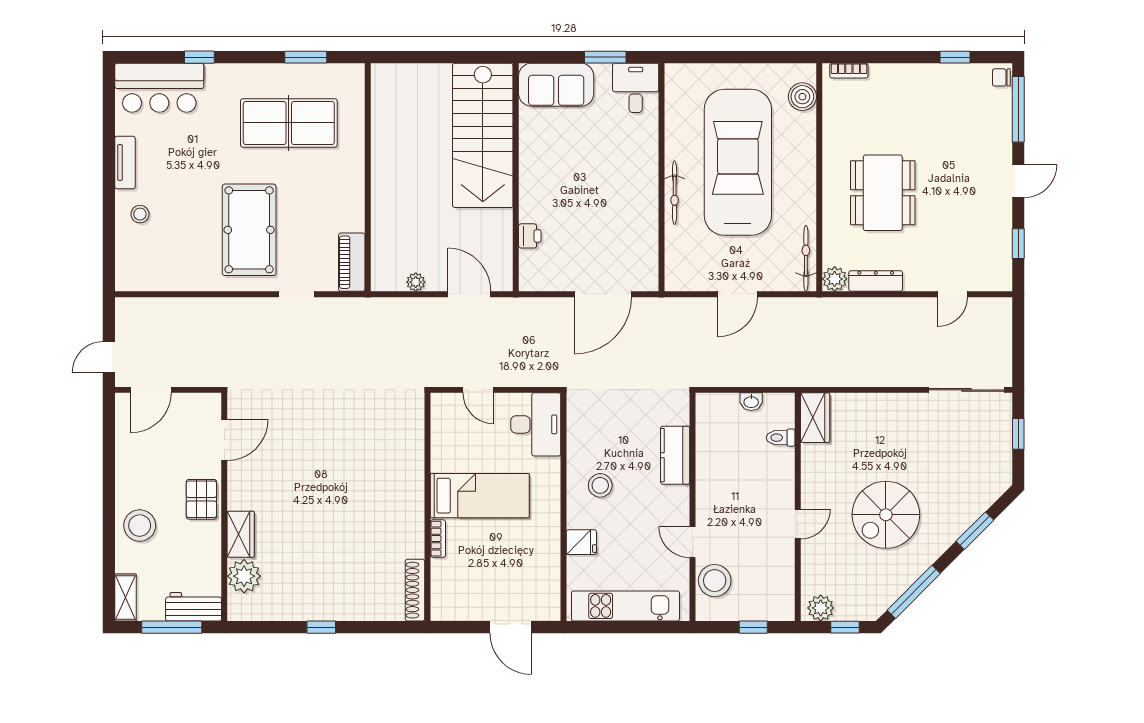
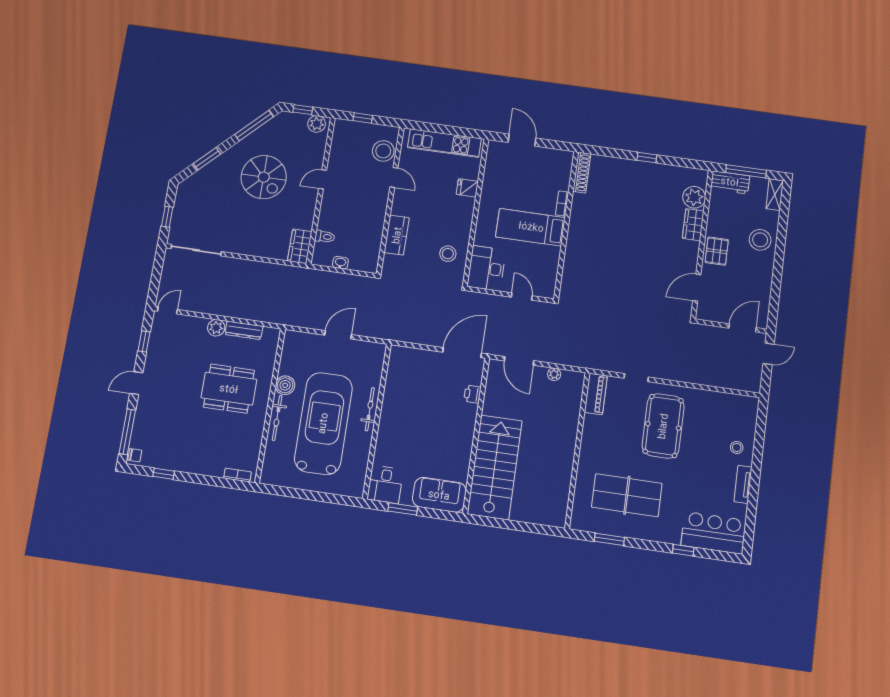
boiler: (802, 97) -> (285, 385), moved
car: (738, 162) -> (323, 423), turned 180
dining table: (883, 193) -> (229, 389), turned 90
bicycle: (806, 258) -> (277, 418), moved
plant: (835, 279) -> (216, 328), moved
door: (603, 294) -> (462, 353), moved
door: (953, 294) -> (167, 310), moved
stool: (600, 485) -> (448, 254), moved
spiral stairs: (886, 515) -> (264, 177), turned 90

